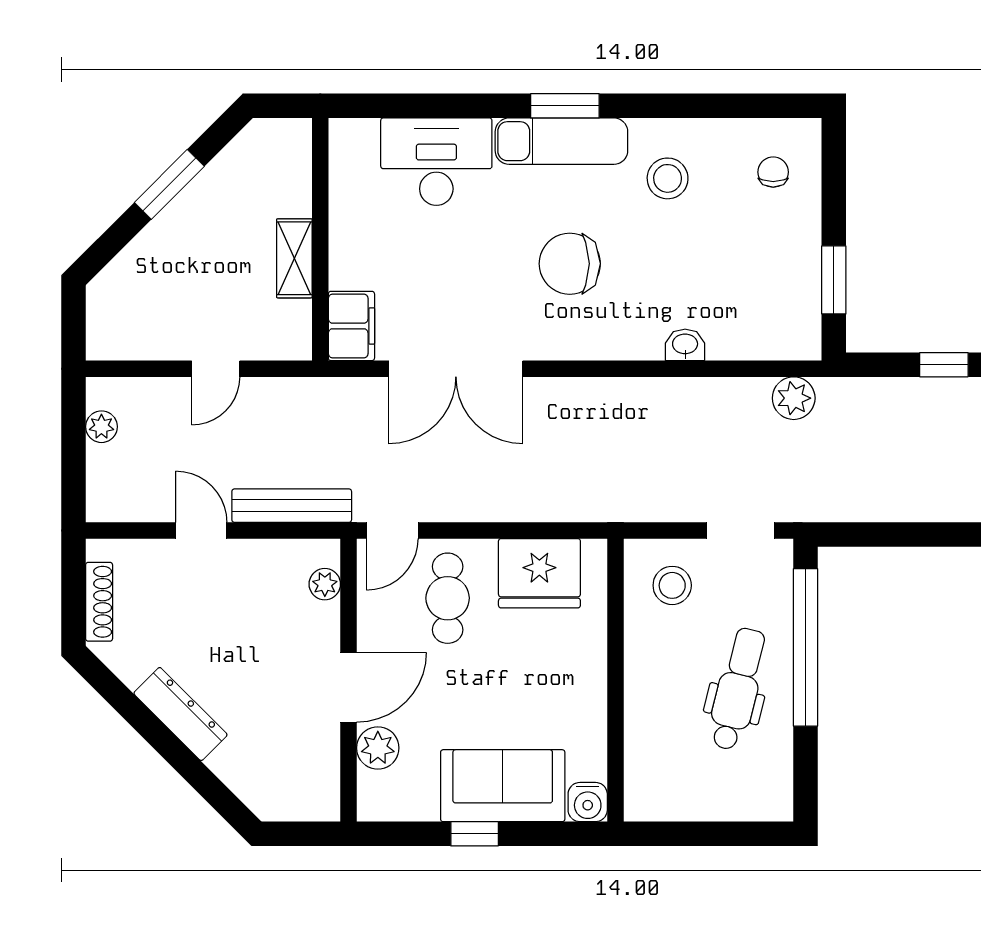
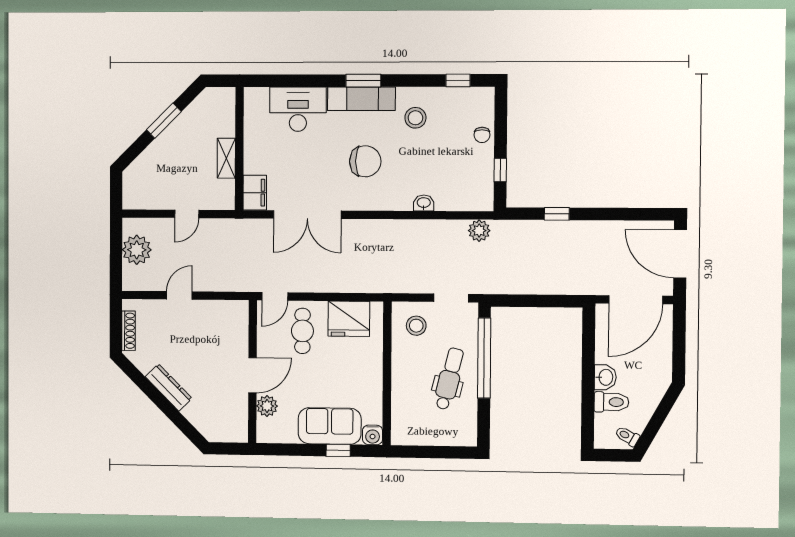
window: (750, 106) -> (458, 80), added
chair: (773, 172) -> (482, 135), moved, turned 180
chair: (570, 264) -> (365, 161), turned 180
window: (834, 280) -> (500, 170), width x0.67
plant: (101, 427) -> (137, 250), width x1.88, depth x1.88
bench: (292, 506) -> (224, 283), removed
door: (201, 530) -> (179, 295), hinge flipped
plant: (325, 584) -> (241, 323), removed
window: (475, 834) -> (338, 450), moved

